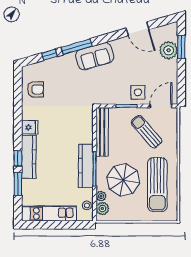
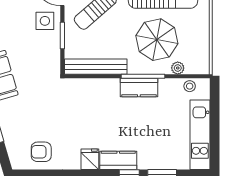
armchair: (36, 89) -> (41, 152), turned -90
kitchen counter: (29, 157) -> (118, 160), width x0.67
kitchen counter: (86, 166) -> (139, 87), width x0.67
plant: (102, 209) -> (194, 66), removed

